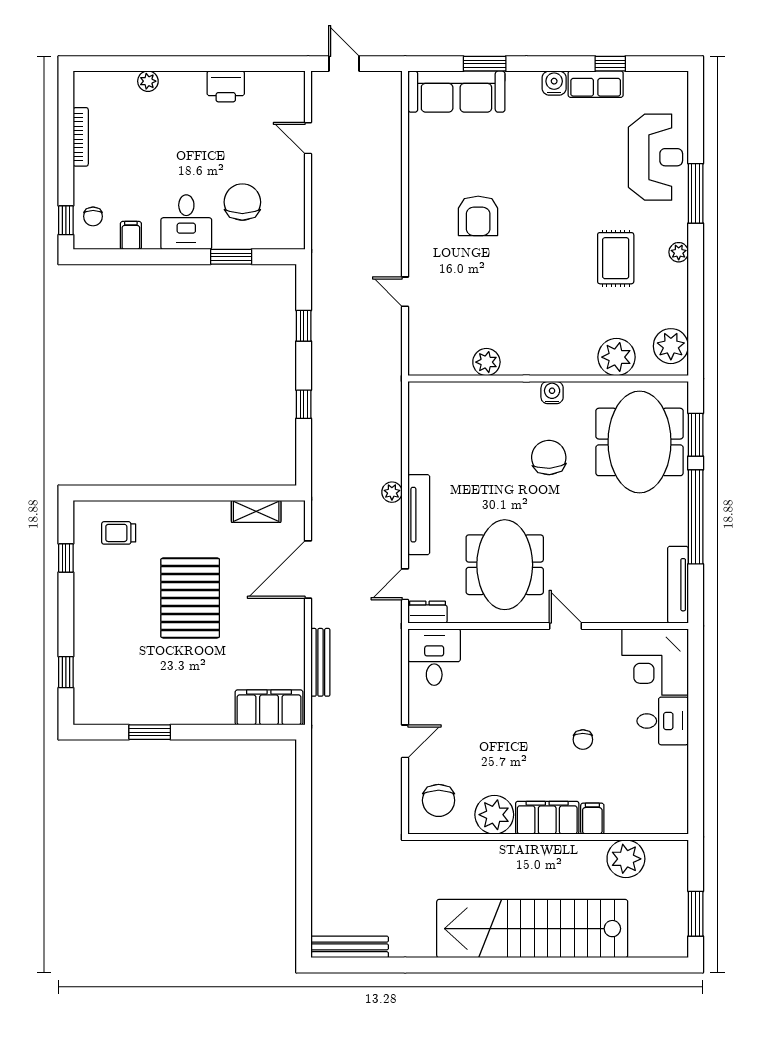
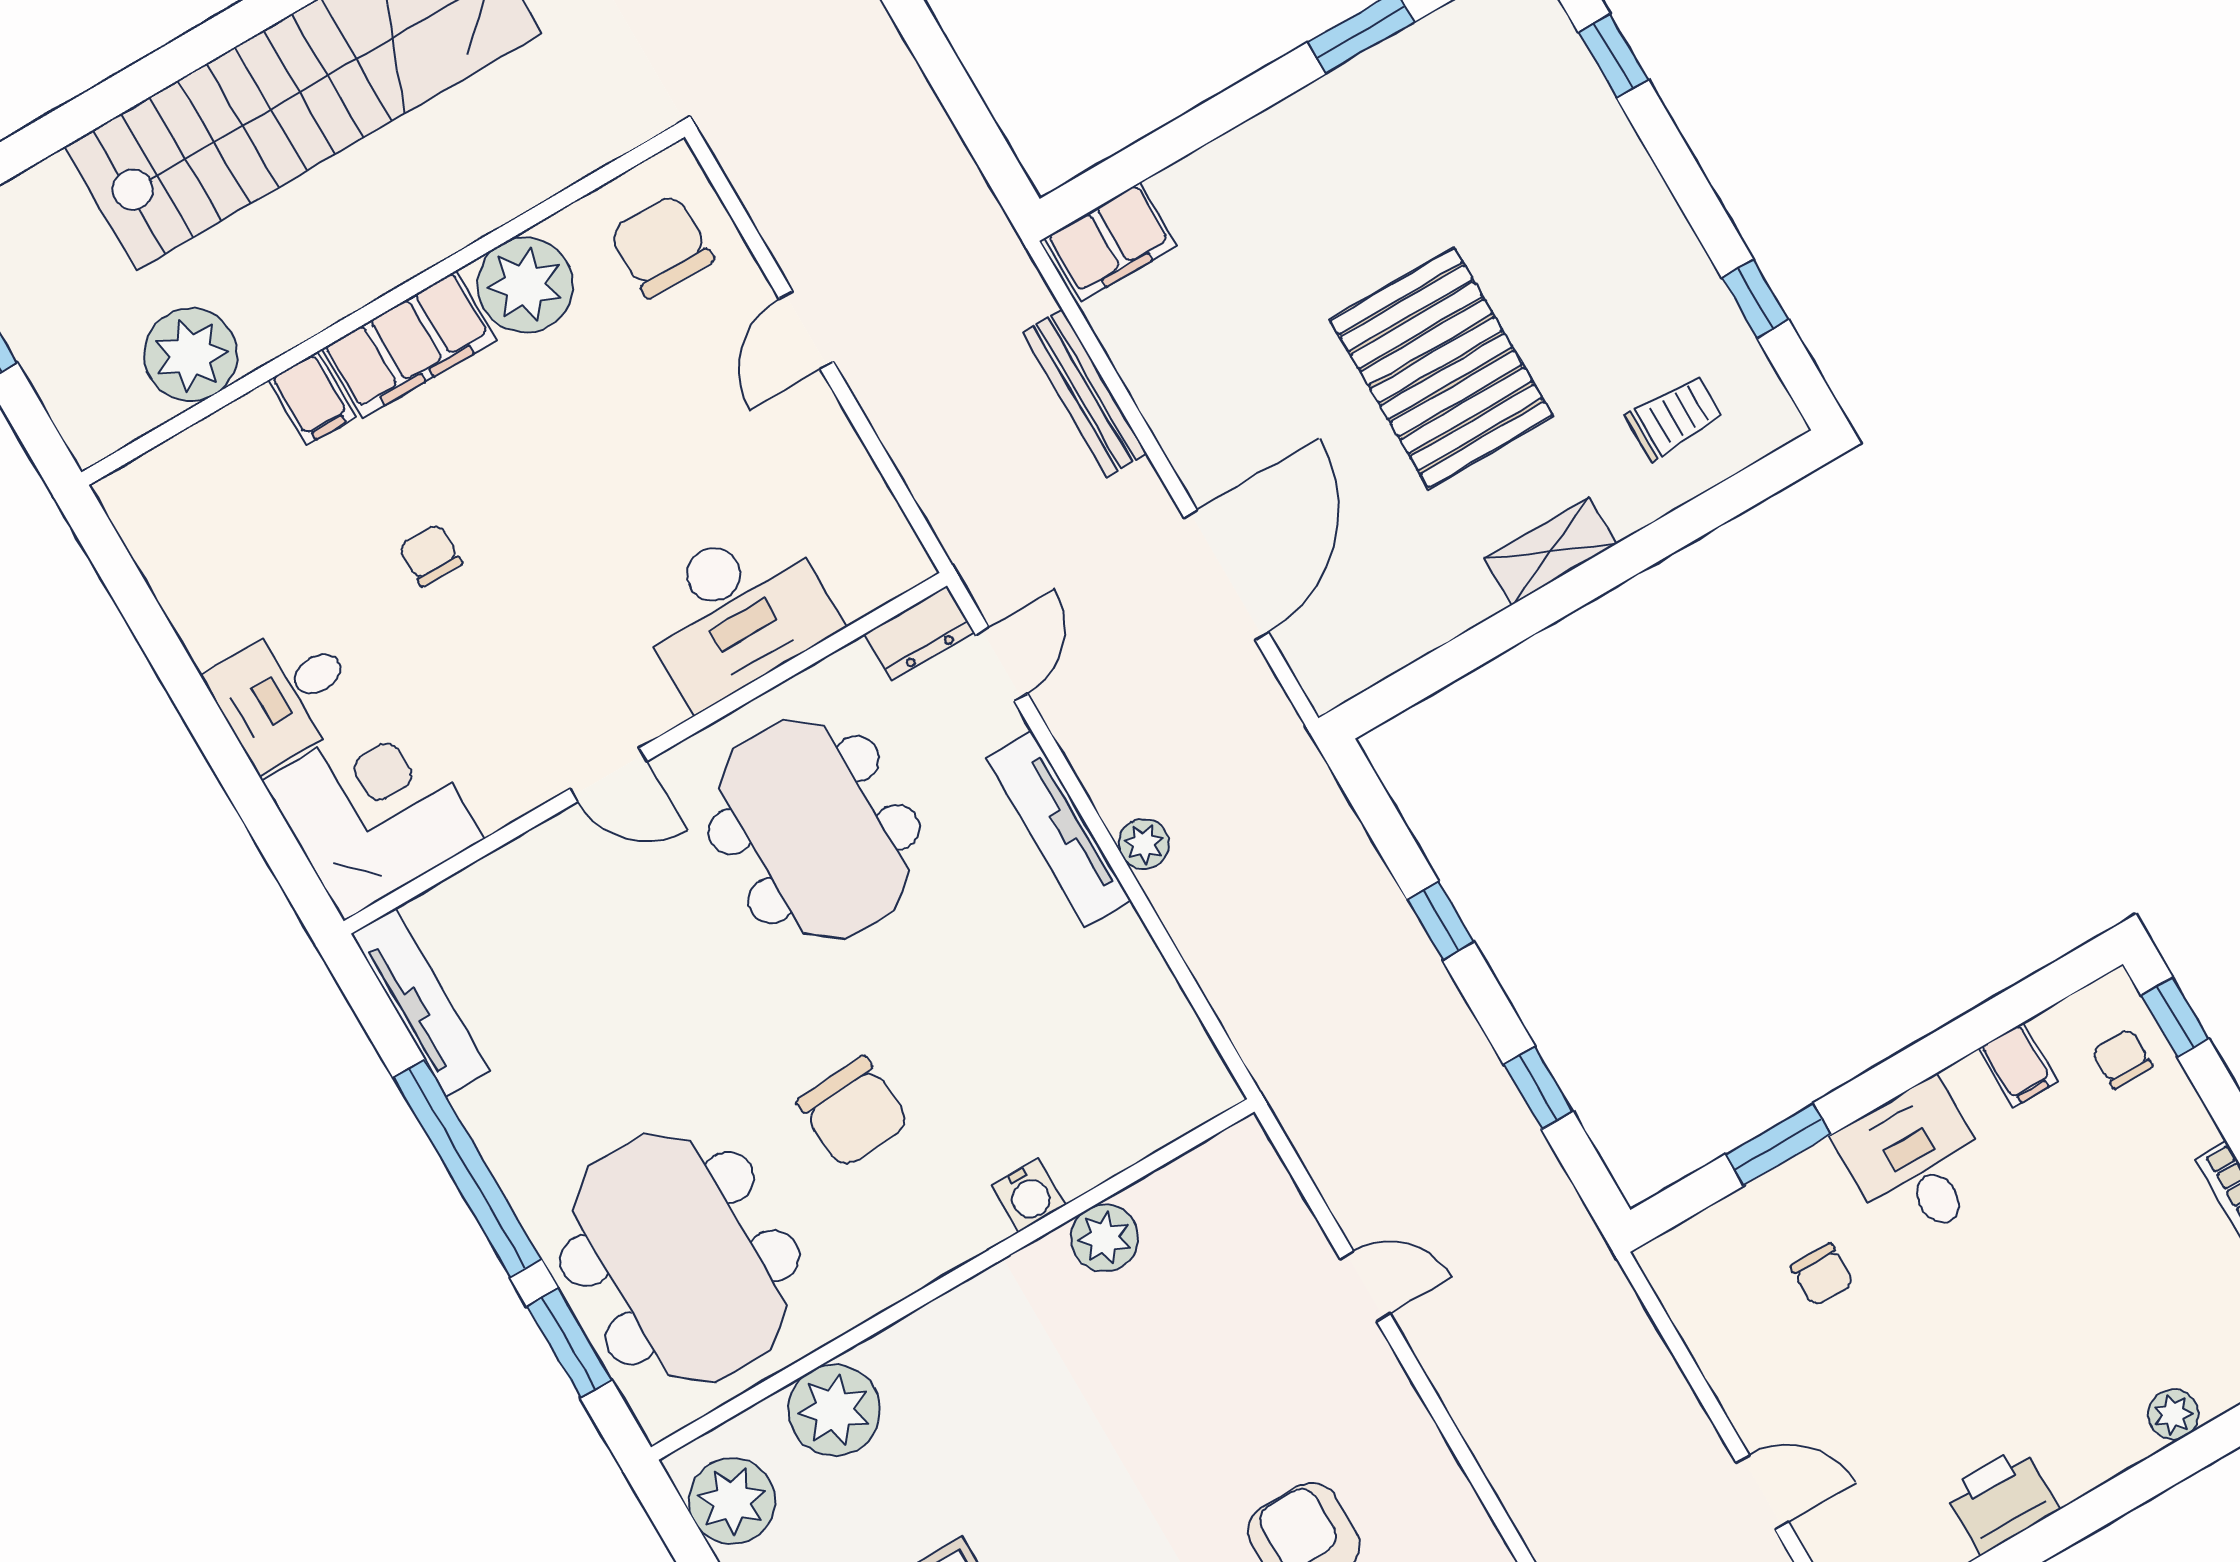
chair: (242, 202) -> (1822, 1275), width x0.54, depth x0.54
water cooler: (552, 393) -> (1029, 1195), moved
shelving: (256, 511) -> (1550, 551), moved
desk: (434, 657) -> (735, 612), moved, width x1.37
filing cabinet: (269, 707) -> (1111, 242), width x0.67, depth x0.86

